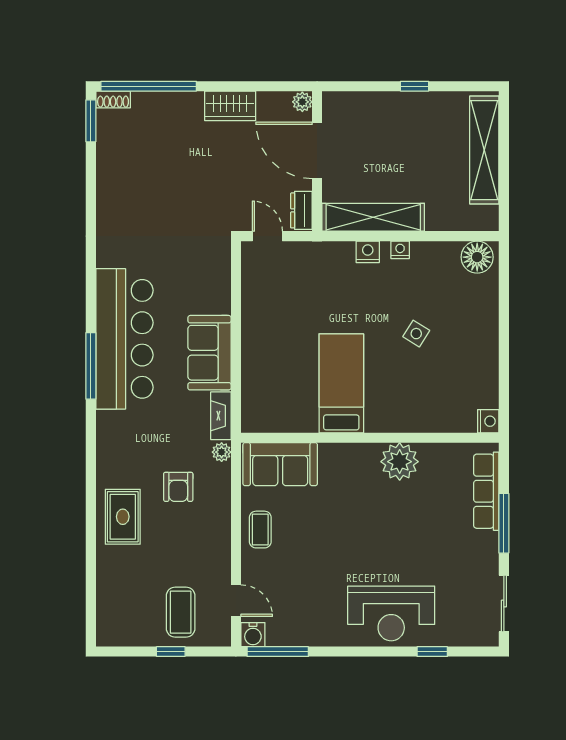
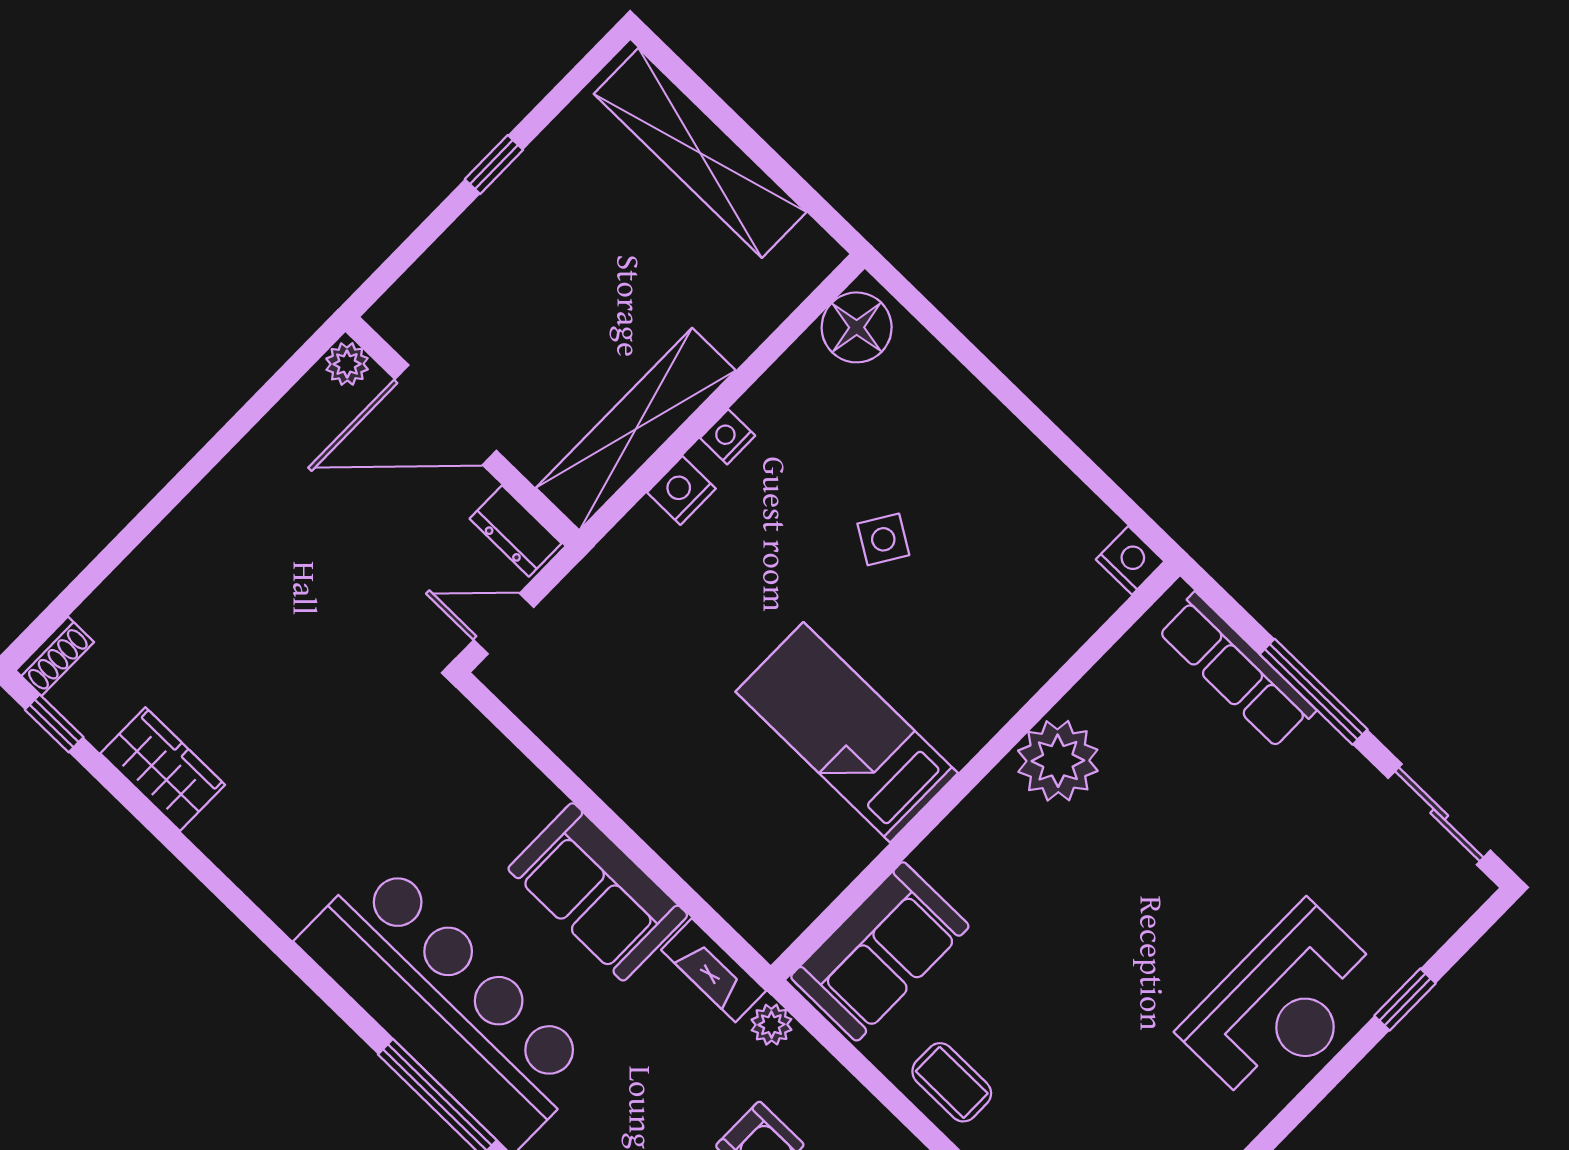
window: (149, 86) -> (88, 580), removed
wardrobe: (230, 106) -> (163, 769), moved, turned -90
window: (91, 121) -> (54, 723), width x0.67

